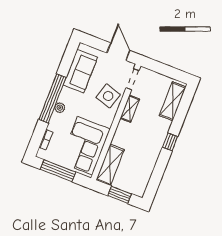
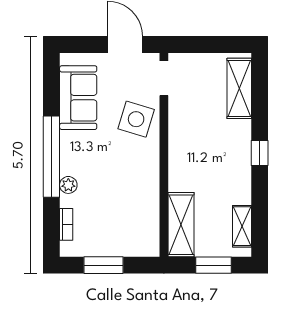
plant: (60, 108) -> (68, 185), moved
shelving: (130, 109) -> (242, 226), moved
corner sofa: (85, 146) -> (130, 210), removed
window: (58, 171) -> (104, 265), width x0.69

